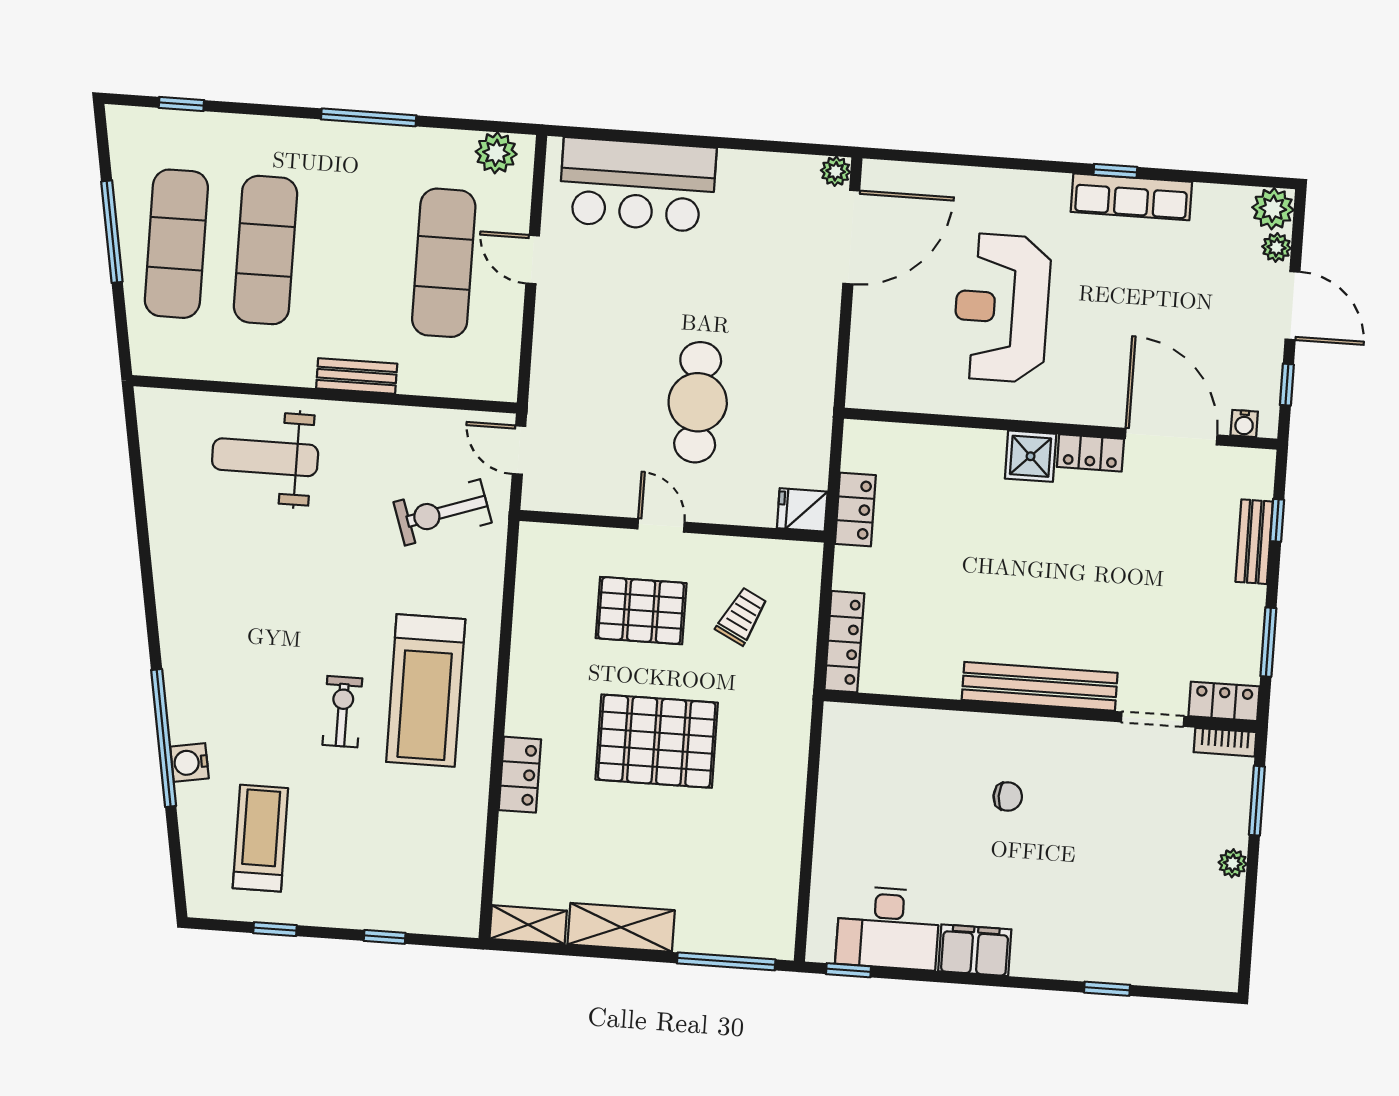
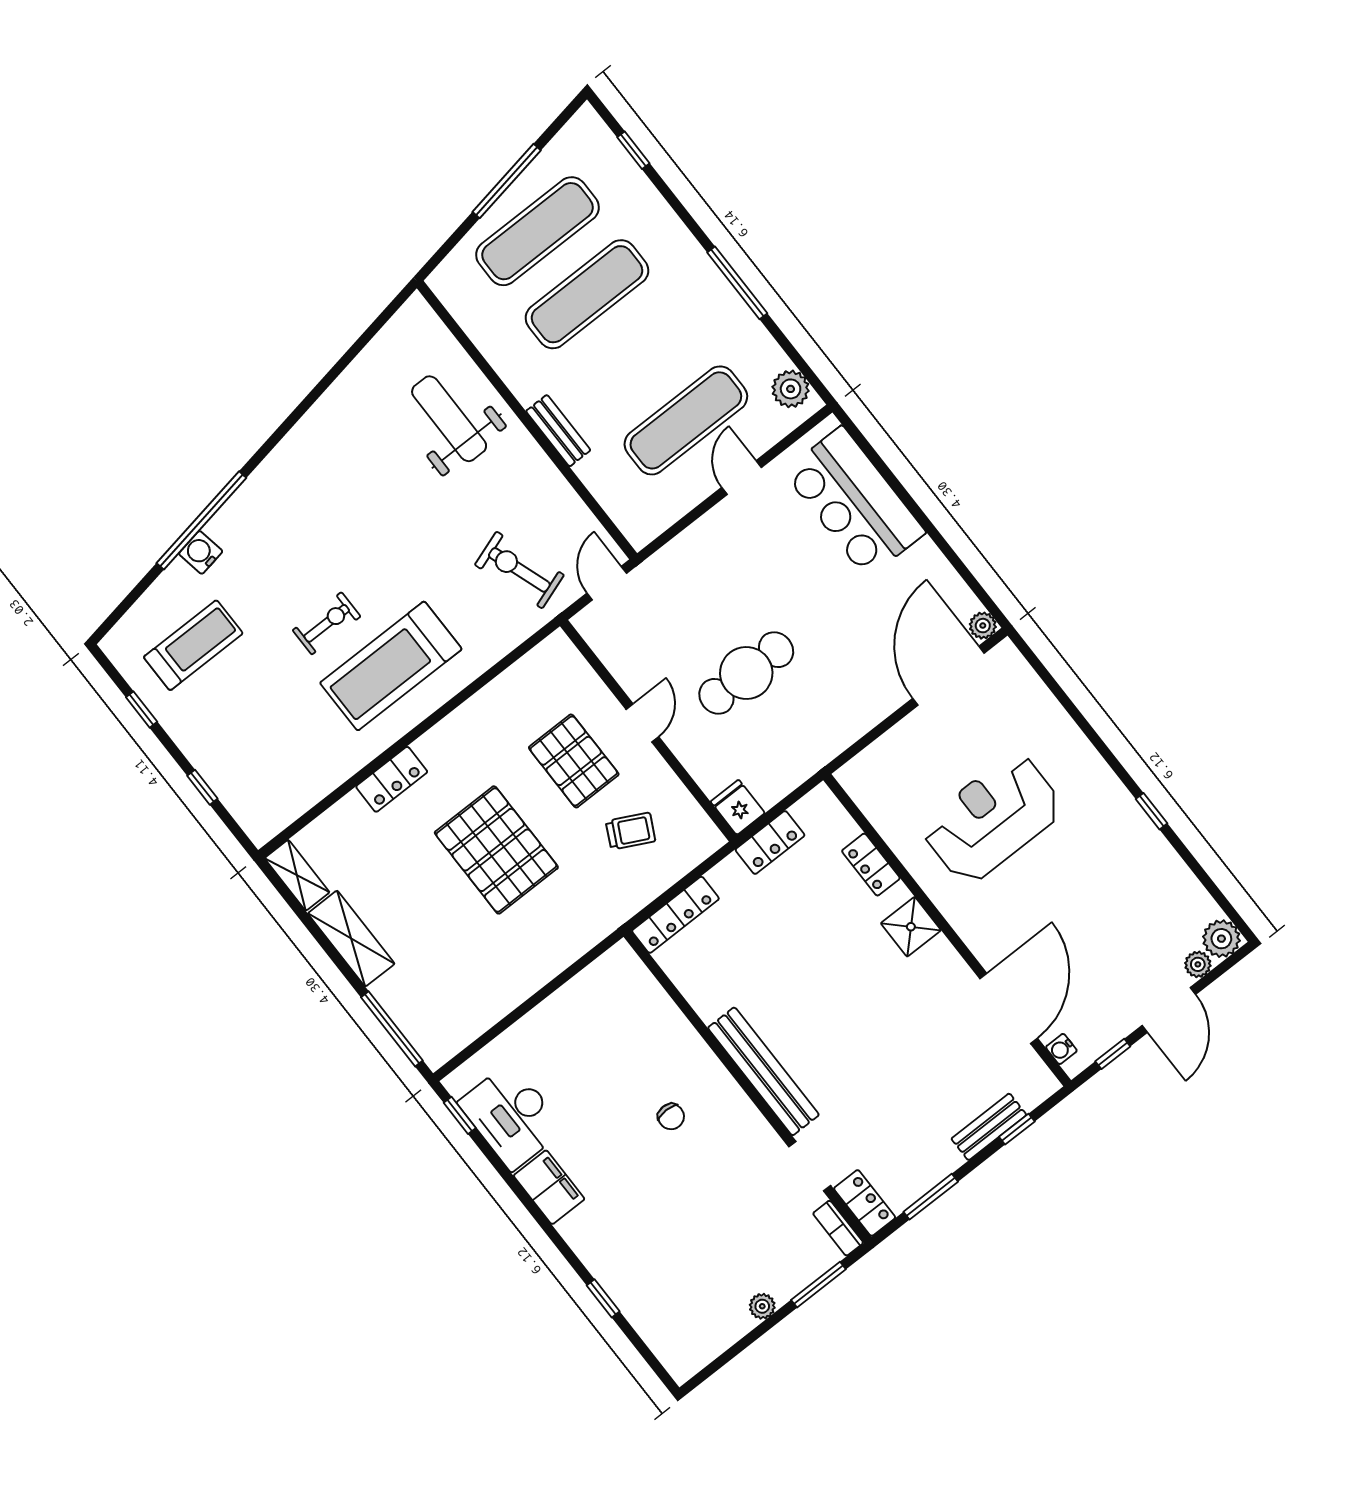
row of seats: (1131, 197) -> (1144, 837), removed
door: (851, 237) -> (949, 676), swing flipped
locker: (1090, 453) -> (871, 865), moved

